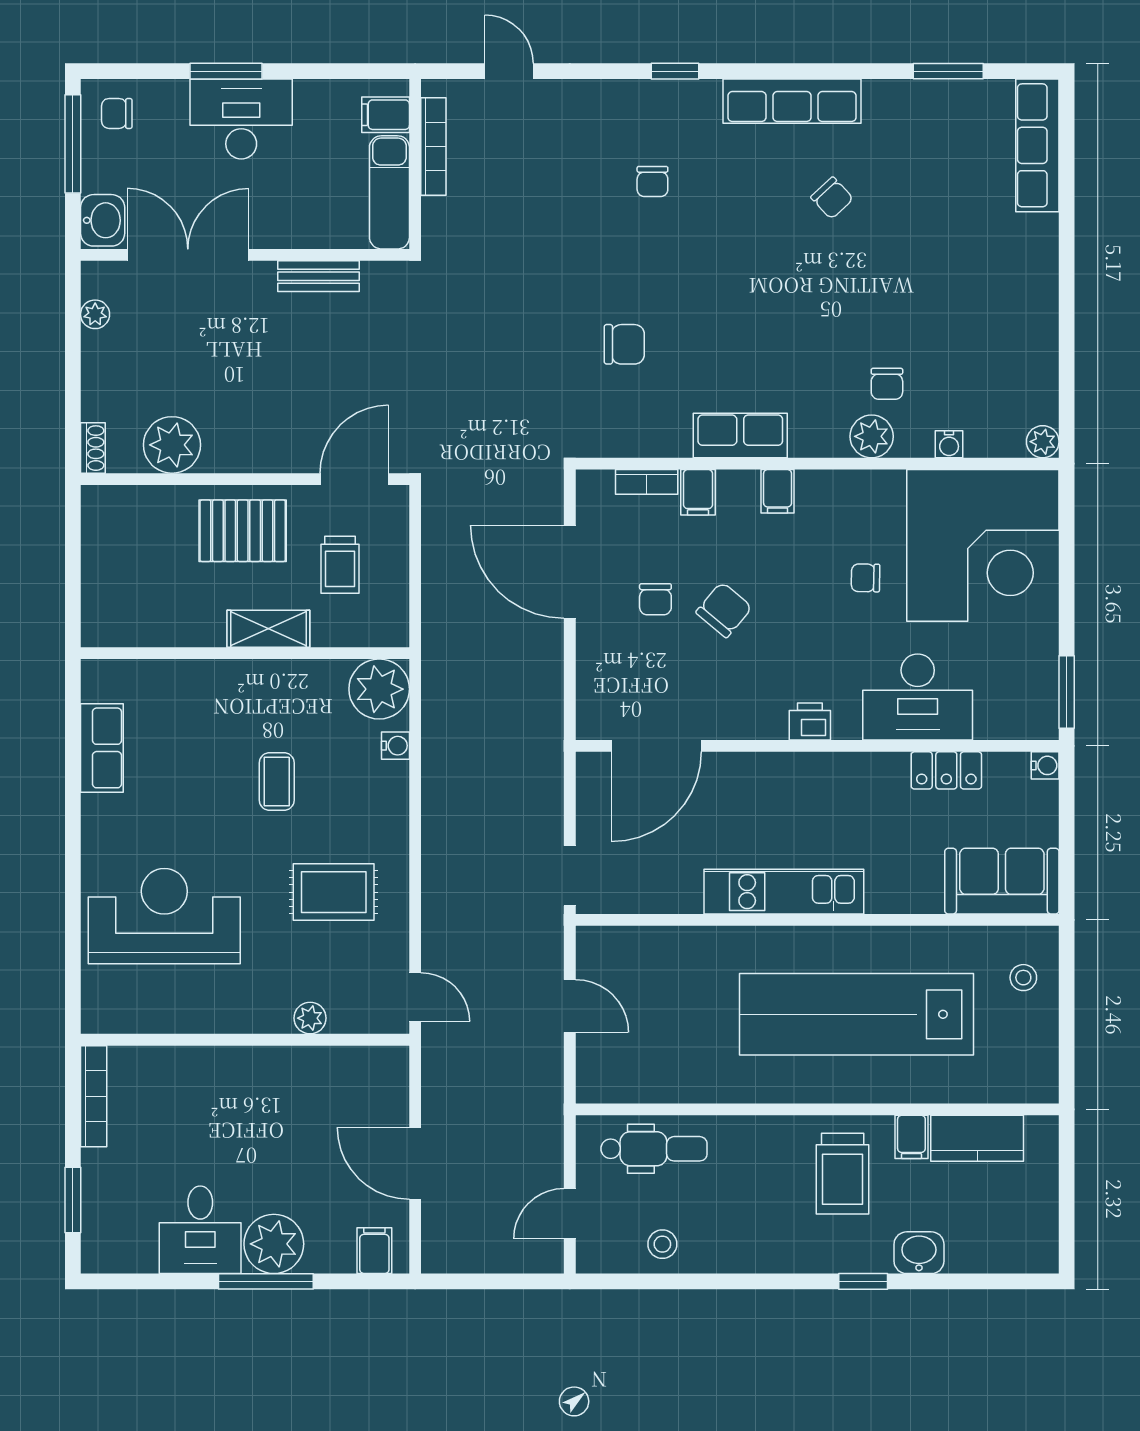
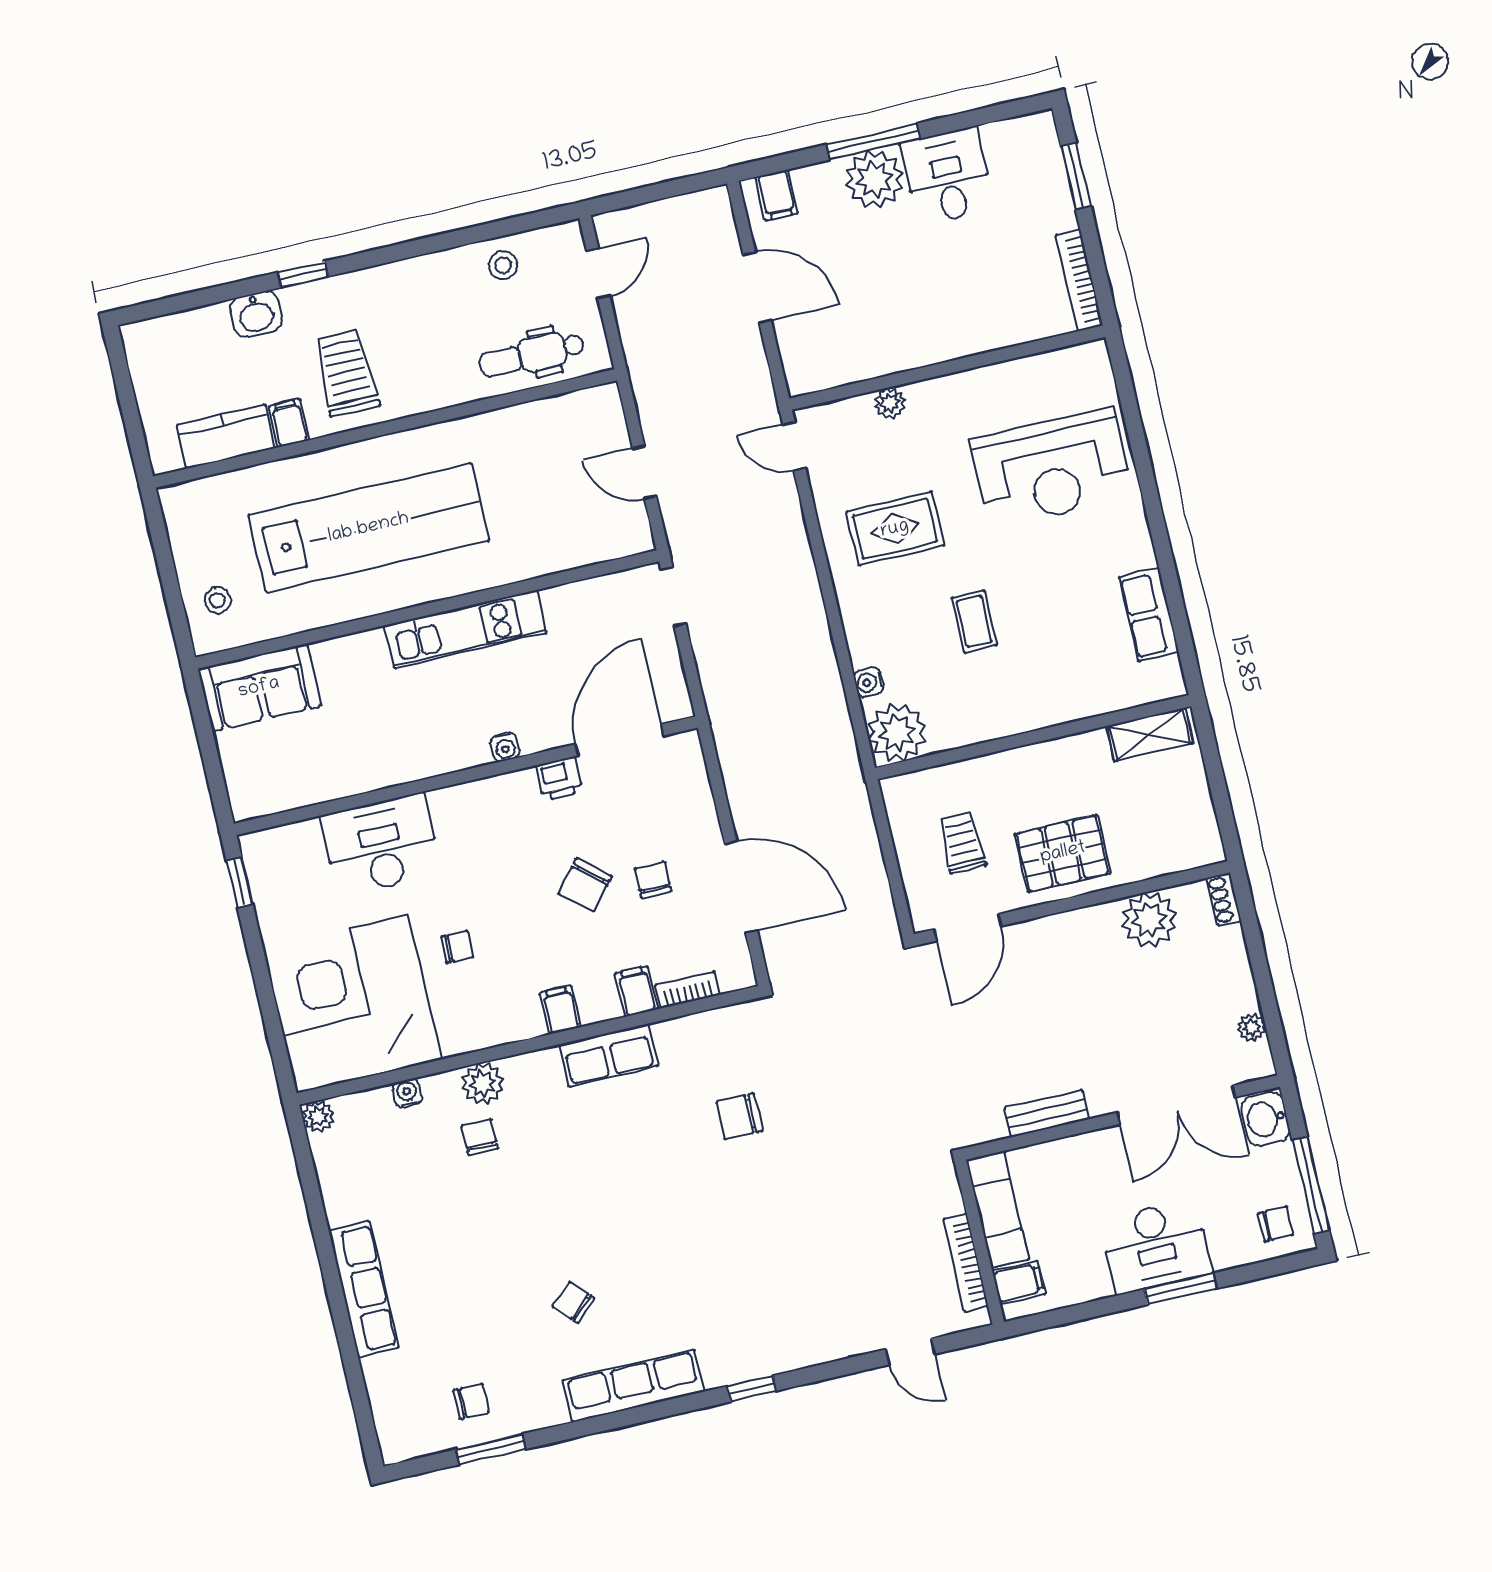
row of seats: (1037, 145) -> (364, 1289), moved
chair: (652, 181) -> (471, 1401), moved, turned 90
shelving: (268, 629) -> (1150, 734), moved
window: (1067, 692) -> (240, 883), width x0.67
printer: (810, 721) -> (559, 779), moved
water cooler: (1045, 765) -> (505, 747), moved, turned -90
locker: (946, 770) -> (337, 781), removed

